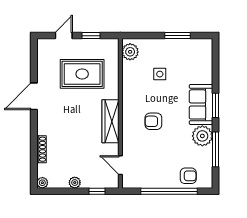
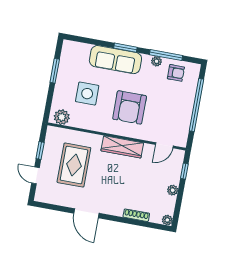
side table: (160, 74) -> (87, 94), width x1.87, depth x1.87
sofa: (201, 104) -> (115, 60), width x1.36
armchair: (153, 121) -> (130, 107), width x1.88, depth x1.88
plant: (202, 136) -> (156, 61), width x0.53, depth x0.53
armchair: (188, 176) -> (176, 73), moved, turned 90

